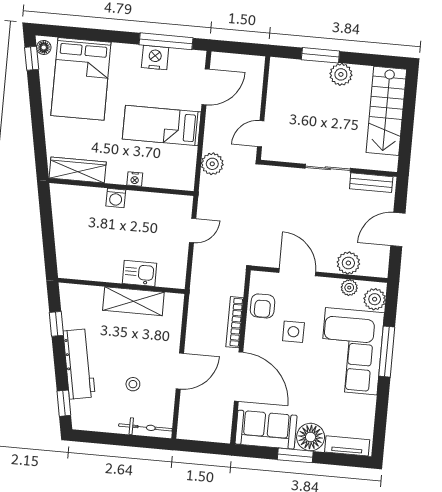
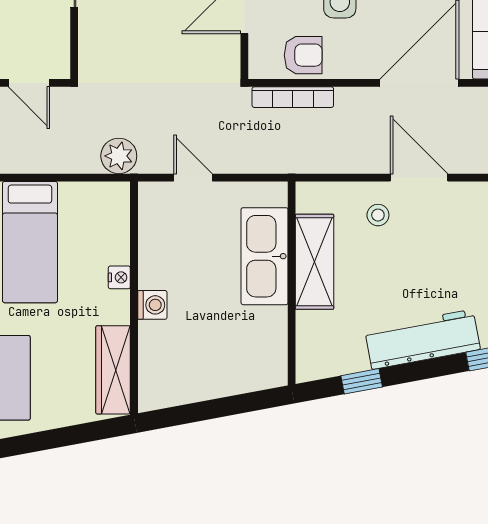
plant: (212, 164) -> (119, 156), moved
kitchen sink: (139, 273) -> (265, 256), width x1.88, depth x1.24
bookcase: (235, 322) -> (293, 97), moved
stool: (133, 384) -> (378, 215), moved

